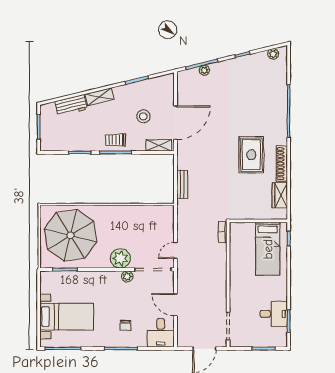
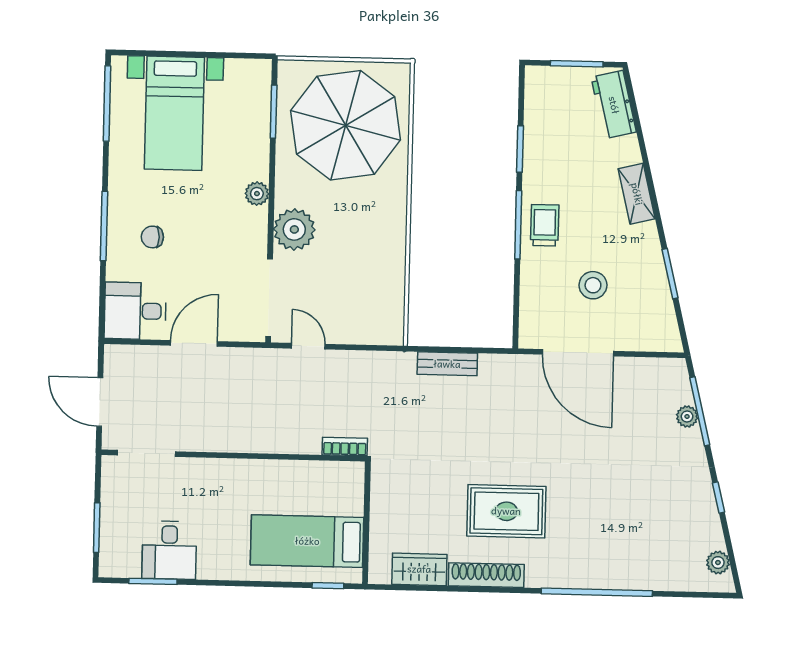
workbench: (71, 105) -> (614, 105), moved
shelving: (159, 145) -> (531, 316), removed
plant: (127, 277) -> (257, 194), moved

